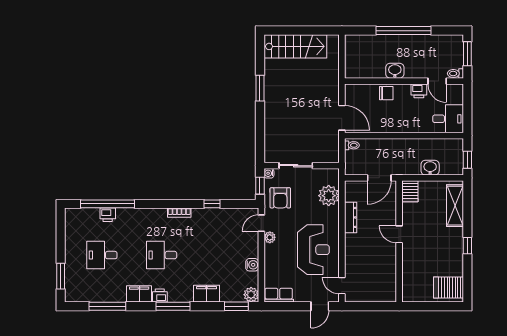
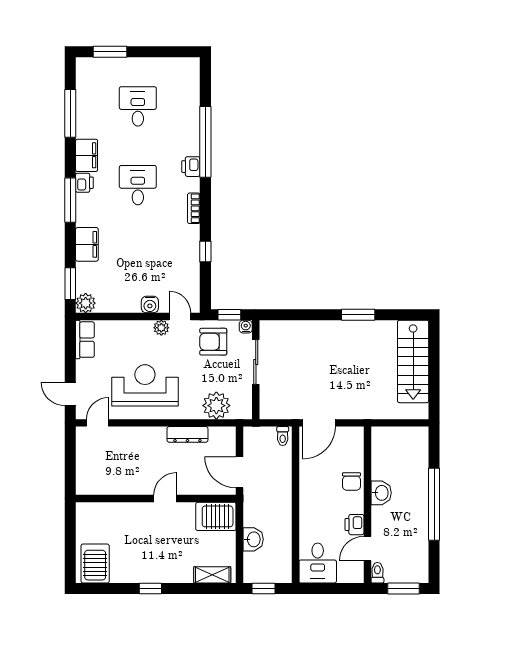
server rack: (410, 191) -> (216, 516), width x1.36, depth x1.44
window: (108, 204) -> (205, 142), moved
shelving: (455, 206) -> (212, 575), width x0.67, depth x0.75
printer: (108, 215) -> (191, 167), moved
reception desk: (313, 250) -> (145, 385), turned 180
water cooler: (252, 265) -> (150, 305), moved

